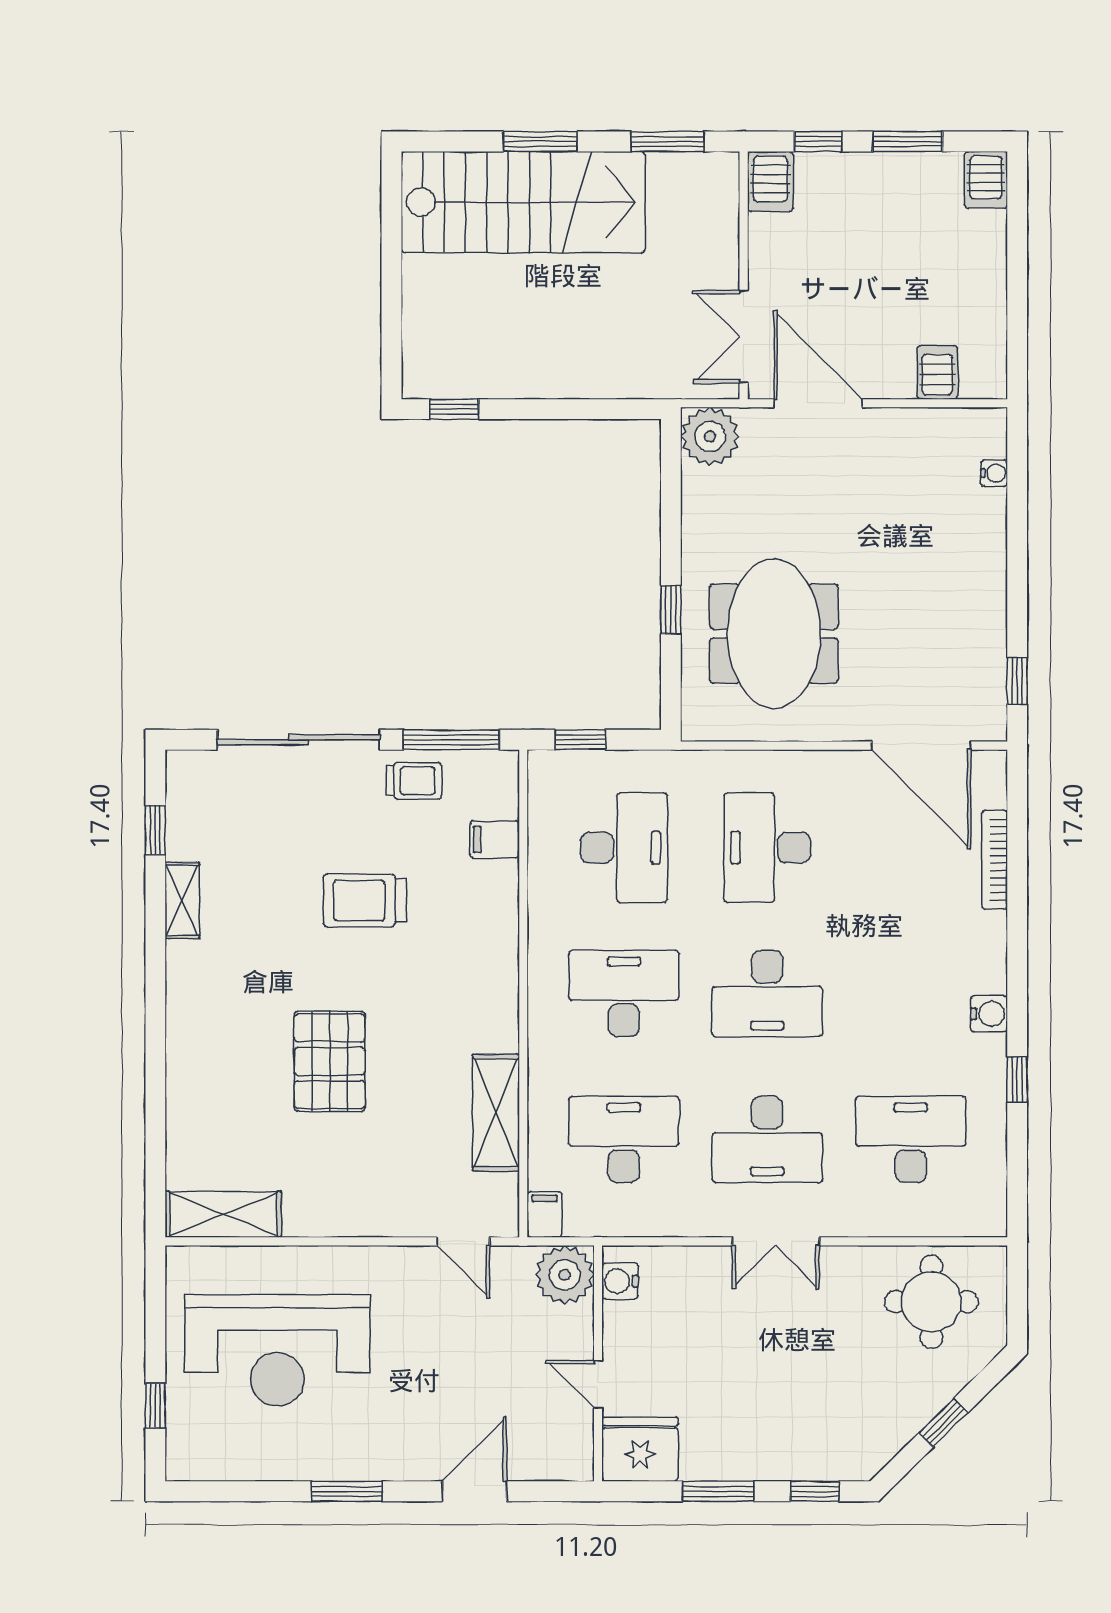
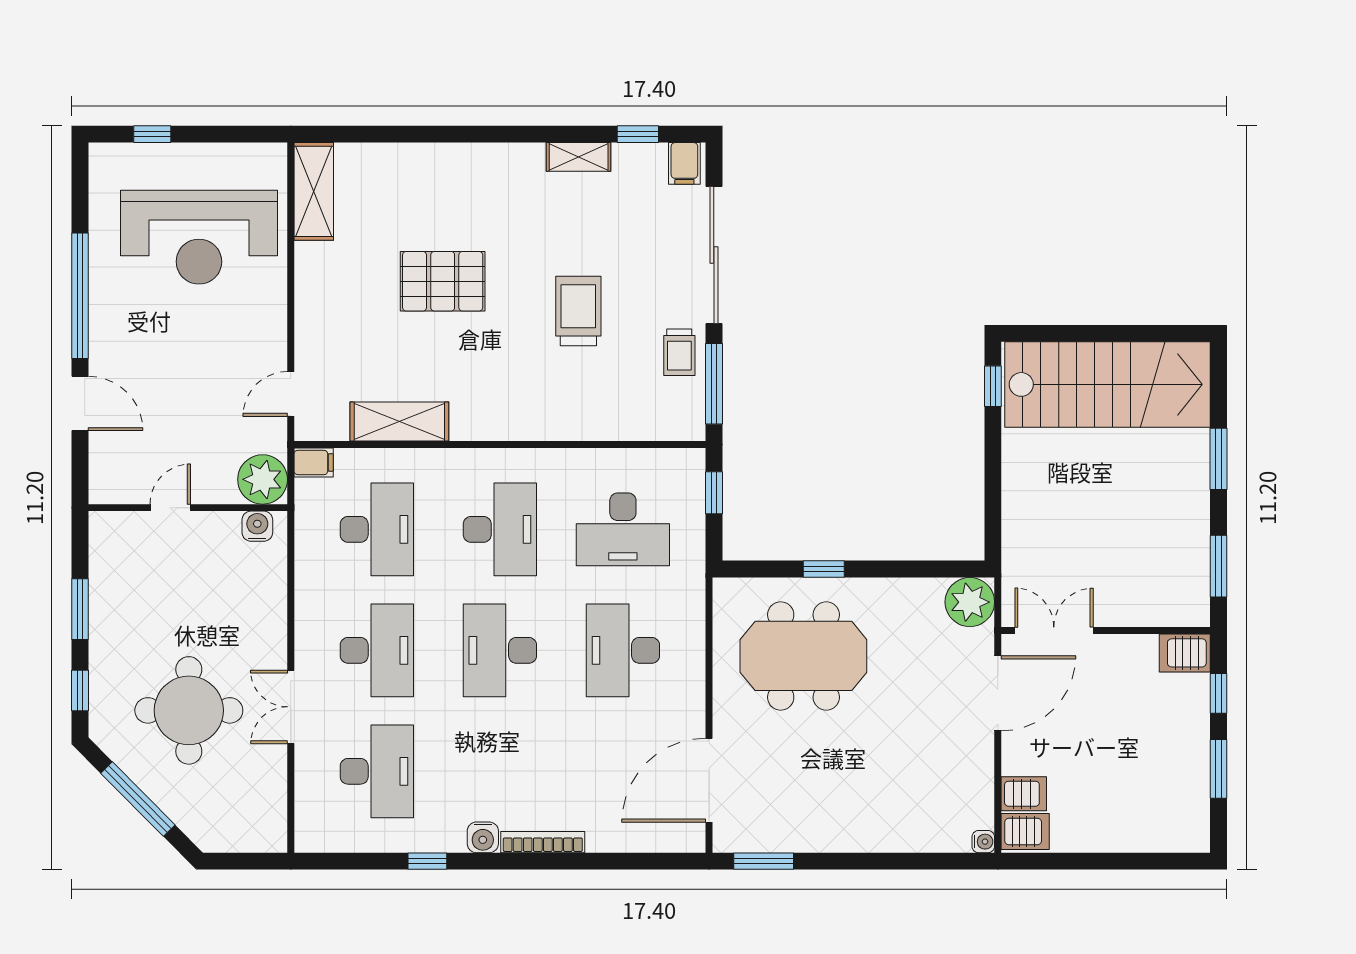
server rack: (986, 180) -> (1025, 831), moved, turned 180
stairs: (523, 202) -> (1108, 384), moved, turned -90
water cooler: (994, 473) -> (983, 842), moved, turned -90
window: (1017, 681) -> (764, 861), width x1.50
filing cabinet: (495, 839) -> (684, 163), moved, turned 180
desk: (767, 848) -> (623, 650), turned -90
bookcase: (995, 860) -> (543, 842), moved
desk: (767, 1139) -> (377, 650), turned 180
double door: (776, 1241) -> (291, 707), moved
round table: (931, 1302) -> (189, 710), moved, width x1.36, depth x1.36
reception desk: (277, 1350) -> (199, 237), turned -90
window: (944, 1423) -> (138, 799), width x2.17
fridge: (640, 1449) -> (115, 543), removed
window: (347, 1491) -> (80, 296), width x2.11

